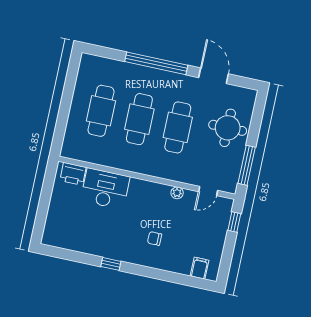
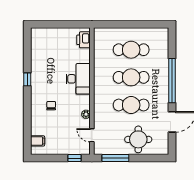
desk: (105, 189) -> (78, 79), moved

